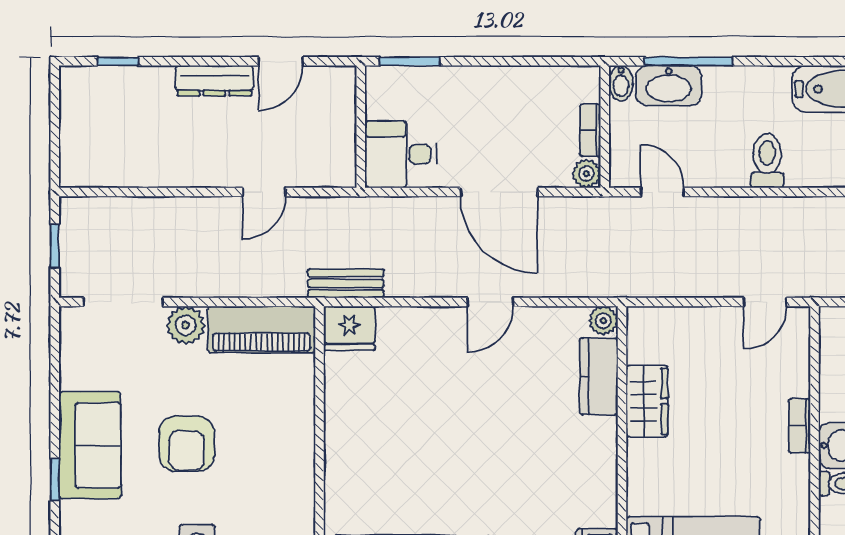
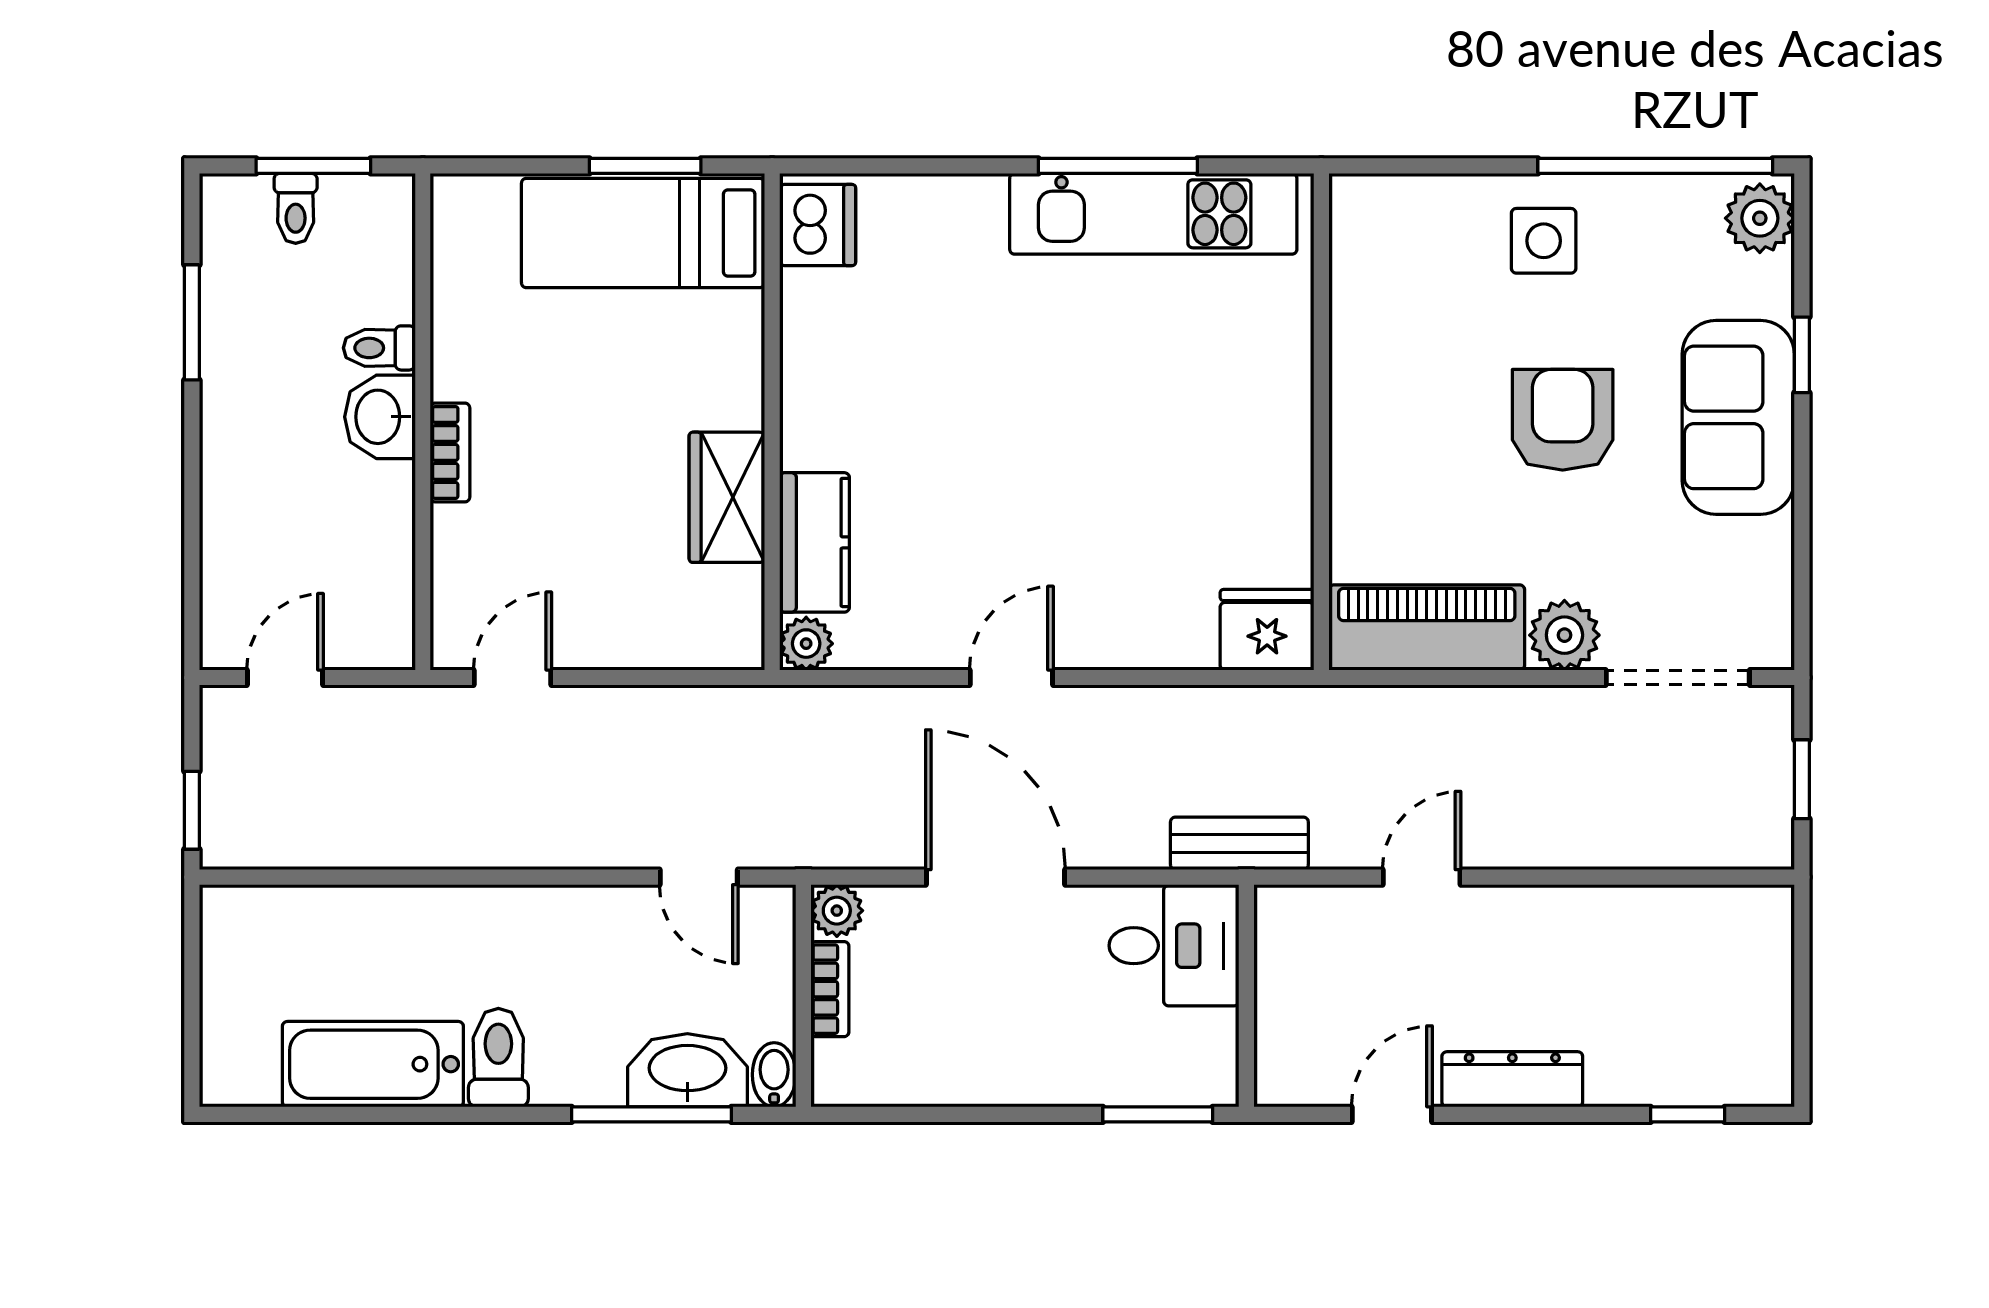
toilet: (767, 161) -> (498, 1058), moved, turned 180
bench: (346, 283) -> (1239, 843), moved

